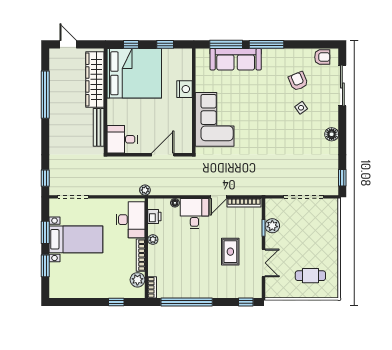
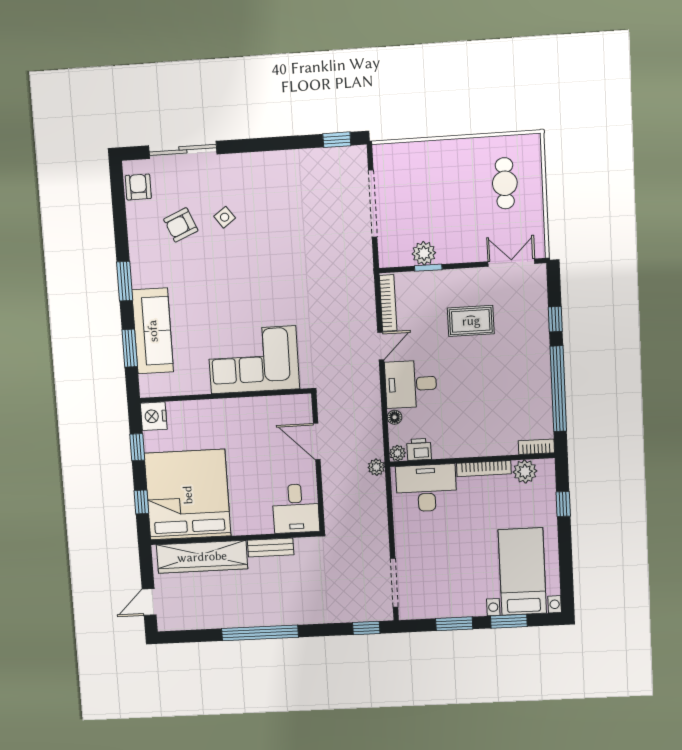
window: (226, 44) -> (130, 348), width x0.69
window: (267, 44) -> (125, 281), width x0.69
nightstand: (185, 89) -> (154, 416), moved, turned -90
window: (45, 95) -> (260, 633), moved
bench: (99, 127) -> (271, 547), width x0.73
floor lamp: (332, 134) -> (265, 163), removed
door: (218, 197) -> (381, 346), hinge flipped
bed with nightstands: (76, 239) -> (522, 572), moved
plant: (153, 240) -> (397, 453), moved
double door: (264, 263) -> (511, 263), moved
window: (246, 302) -> (555, 319), moved

